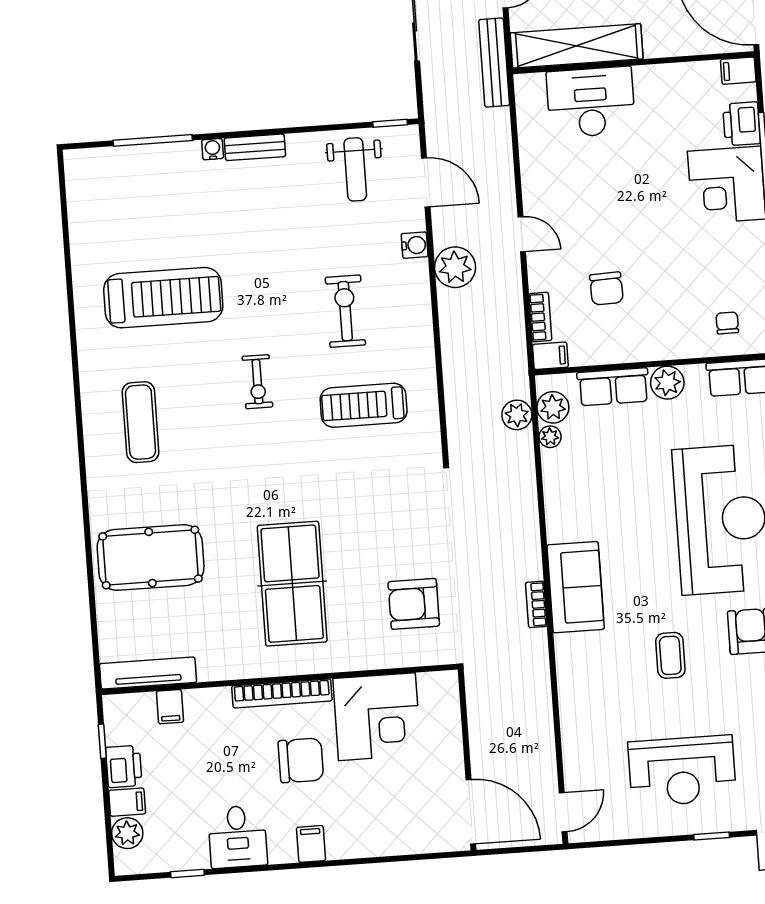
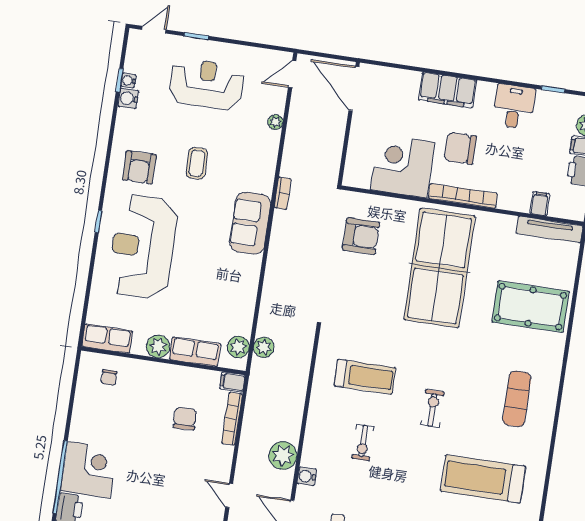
door: (522, 234) -> (229, 495), moved
exercise bike: (345, 311) -> (363, 442), width x0.73, depth x0.72
bookcase: (540, 317) -> (232, 419), width x1.56
plant: (550, 437) -> (275, 122), moved
table tennis table: (292, 584) -> (439, 268), width x1.36, depth x1.32
bookcase: (536, 604) -> (283, 193), moved
filing cabinet: (311, 844) -> (447, 90), width x3.00, depth x1.17

